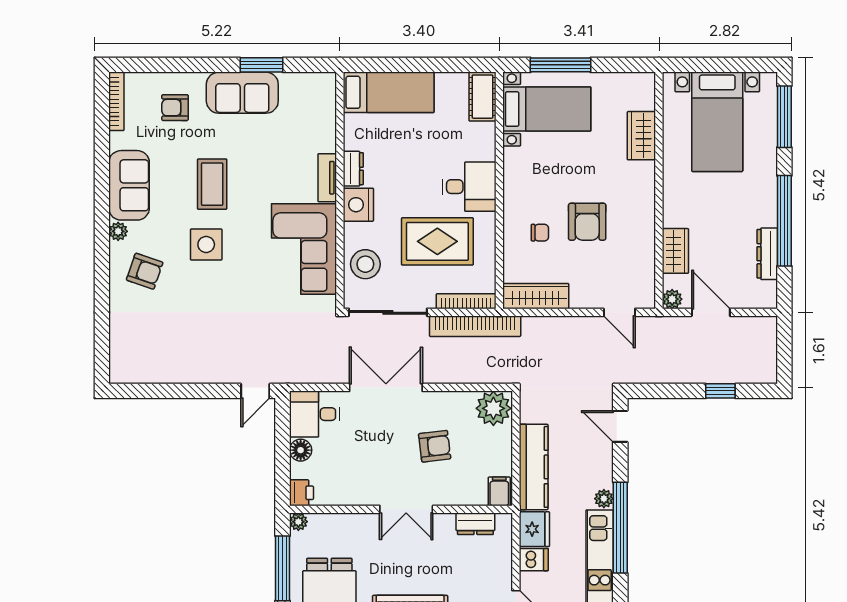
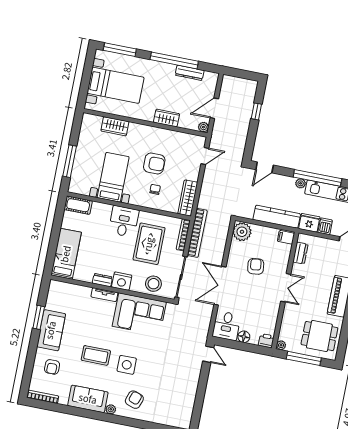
bed with nightstands: (547, 109) -> (113, 177), moved
wardrobe: (675, 251) -> (167, 118), moved

